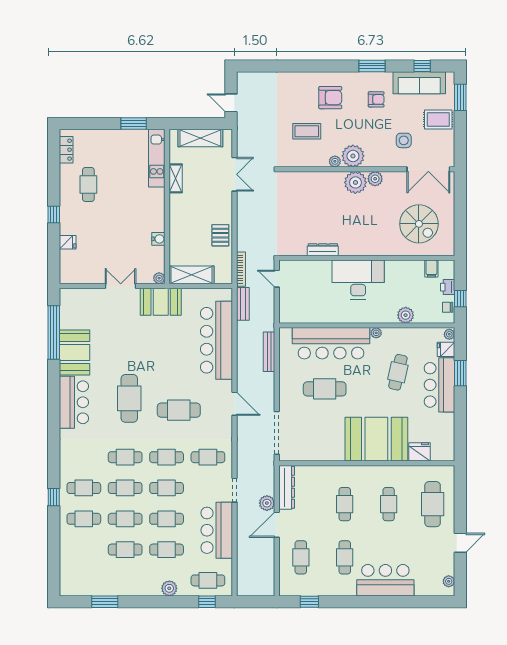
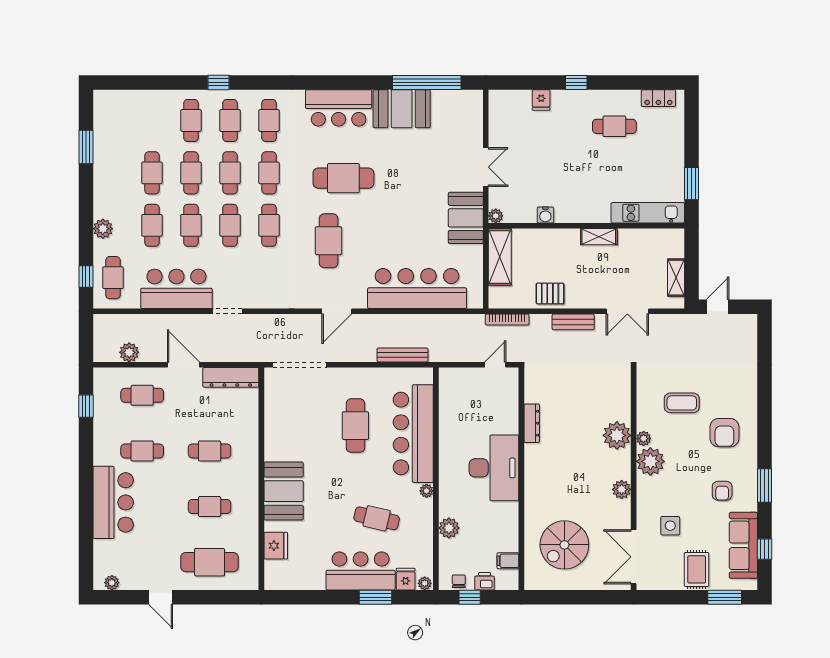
coffee table: (307, 131) -> (682, 403), turned 90
shelving: (200, 138) -> (676, 278), width x0.67, depth x0.75
shelving: (176, 178) -> (599, 237), moved
plant: (355, 182) -> (617, 435), moved
bench: (243, 304) -> (573, 322), moved
booth: (376, 439) -> (284, 491), width x0.73, depth x0.70
cafe table: (208, 457) -> (269, 120), moved
plant: (267, 503) -> (129, 352), moved

